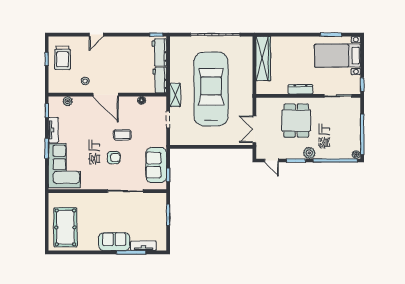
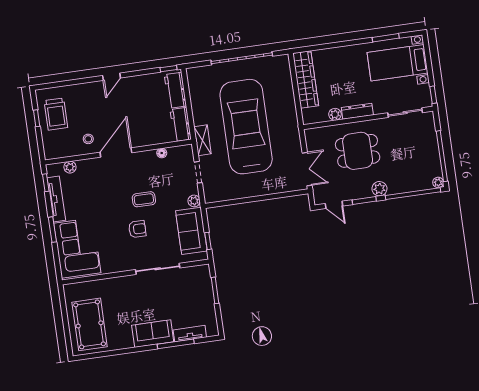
door: (96, 35) -> (112, 77), moved
plant: (282, 89) -> (335, 114), added
door: (106, 95) -> (116, 152), swing flipped
dining table: (296, 121) -> (358, 151), turned 90
double door: (254, 129) -> (307, 169), swing flipped
tv unit: (53, 130) -> (56, 199), width x1.41
plant: (162, 142) -> (194, 201), added

